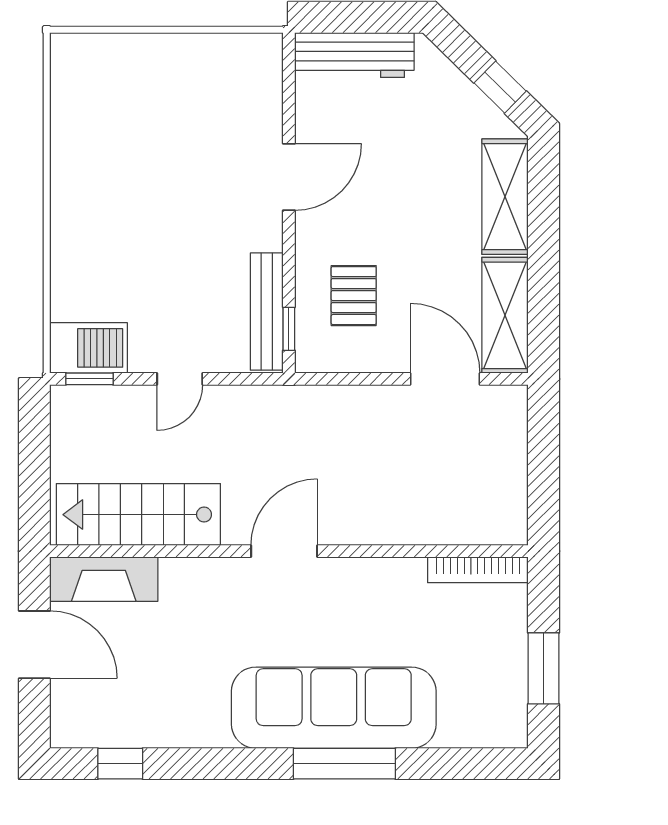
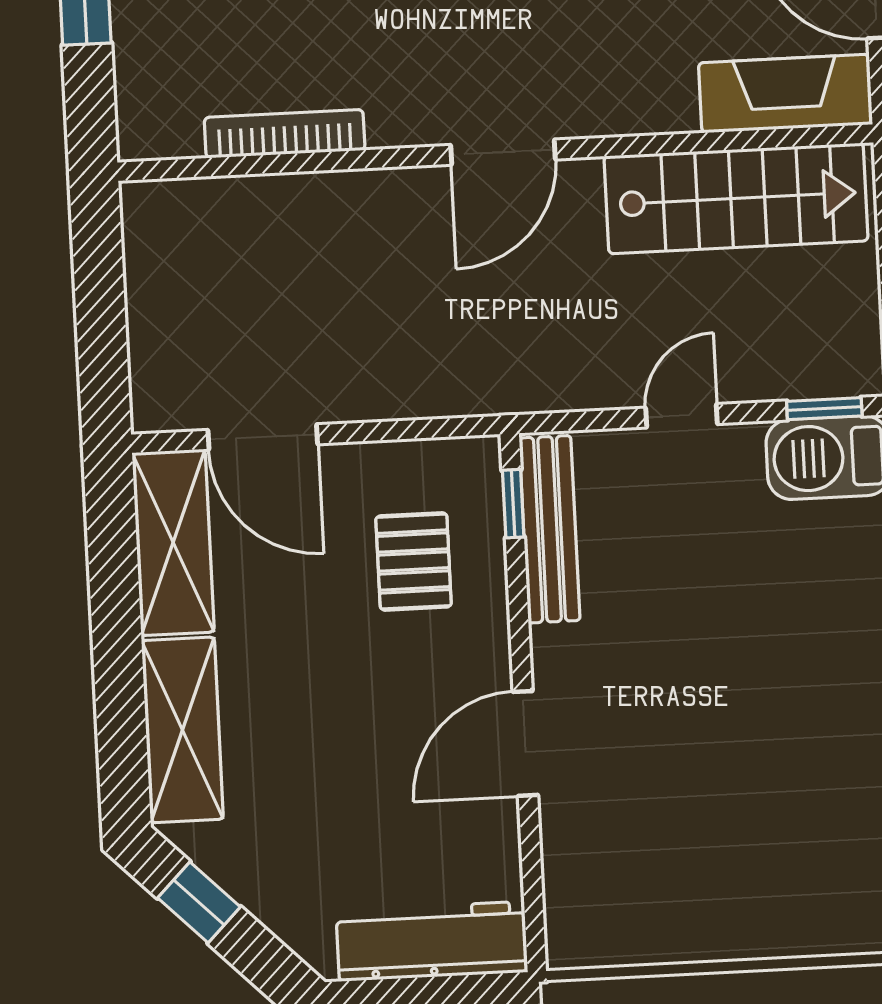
bookcase: (478, 570) -> (285, 134), moved

